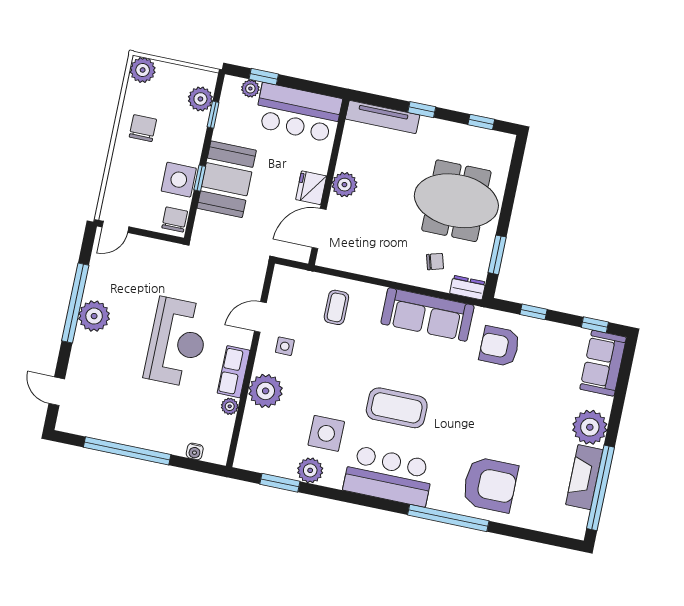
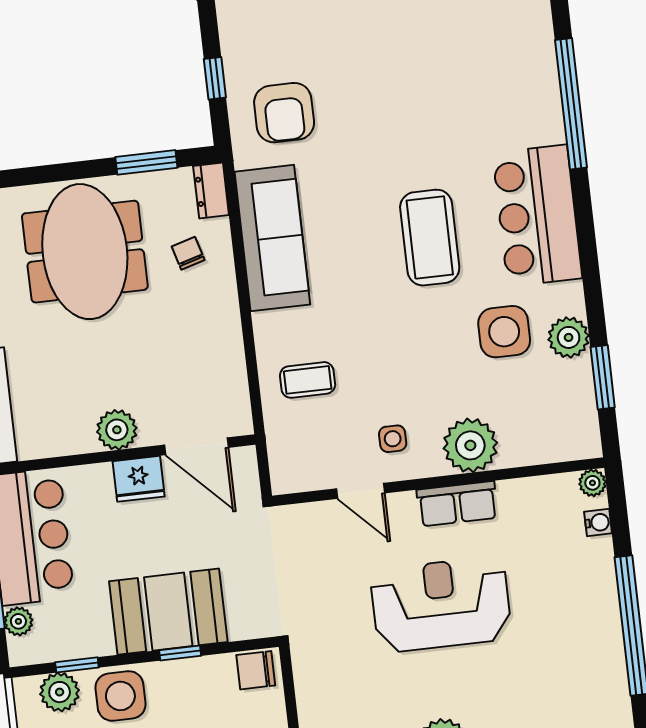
side table: (179, 180) -> (120, 696), moved
plant: (230, 406) -> (592, 483), moved
armchair: (490, 485) -> (499, 57), removed

